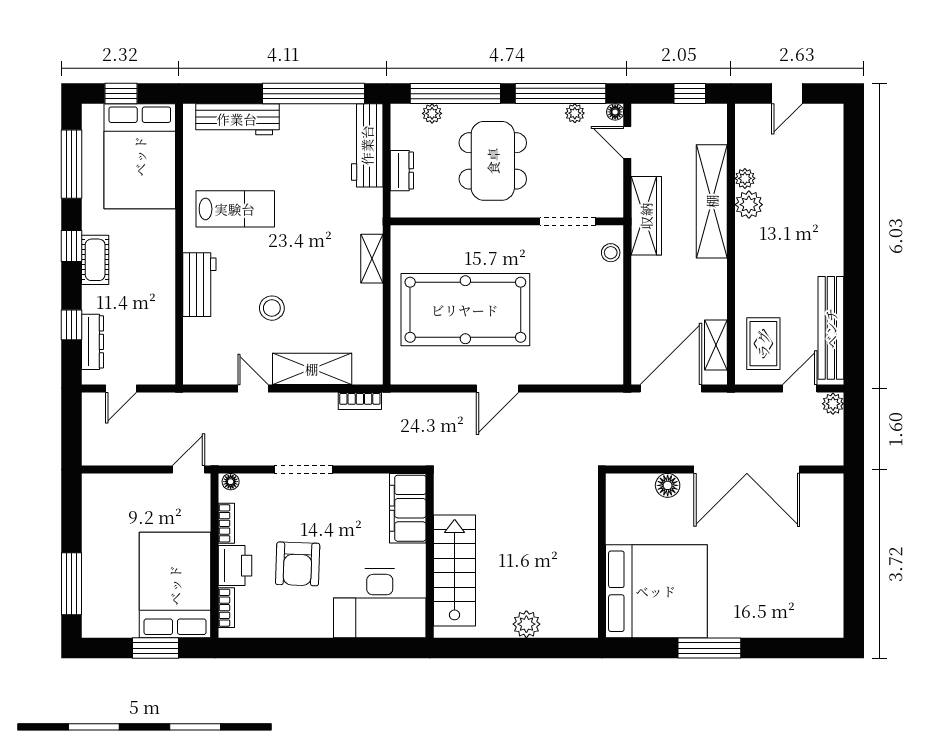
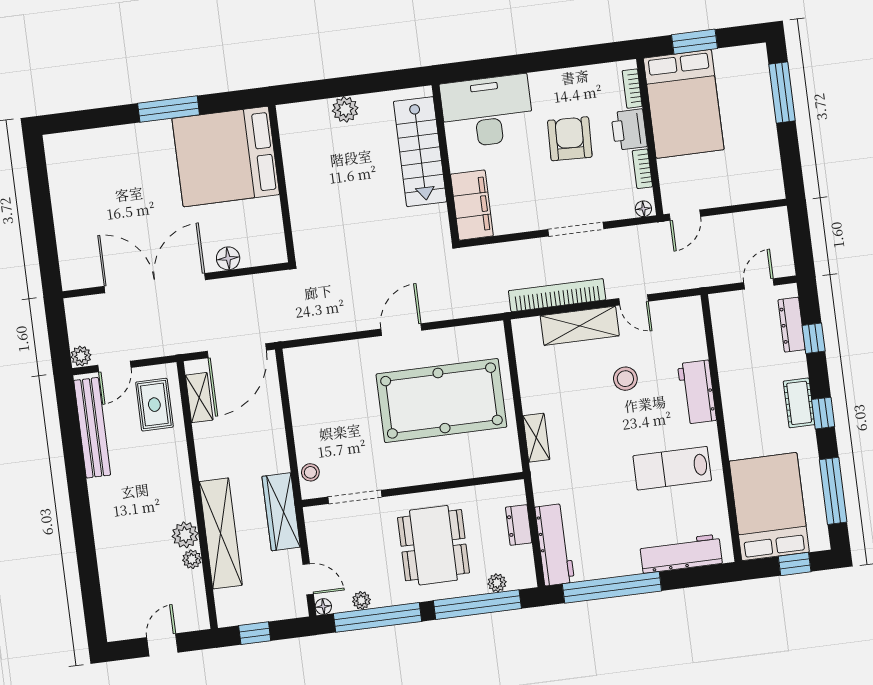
bookcase: (360, 401) -> (557, 295), width x2.31, depth x1.31

